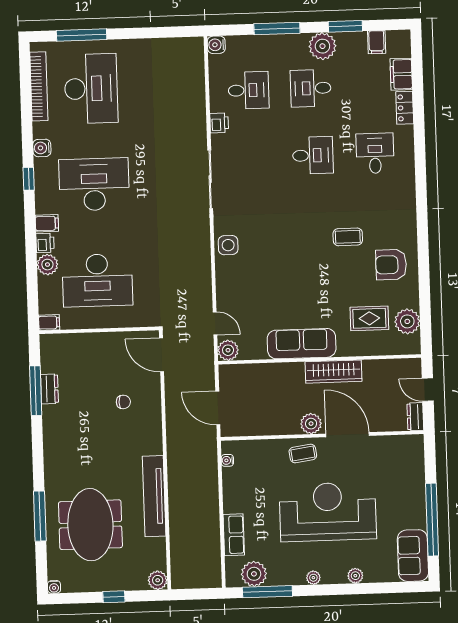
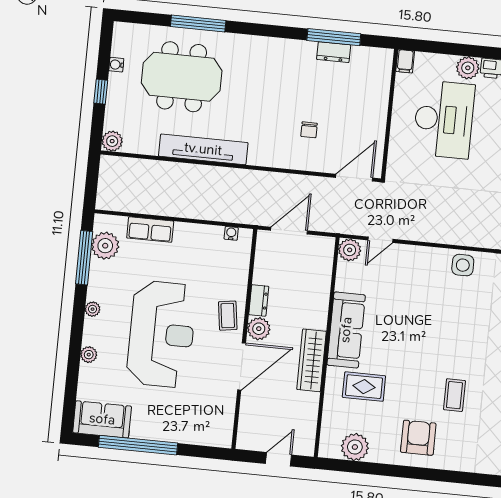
desk: (97, 280) -> (444, 119), turned 180
rug: (369, 318) -> (364, 387), moved, turned 90
dresser: (415, 417) -> (259, 300), moved, turned 90
water cooler: (54, 587) -> (116, 65), moved

